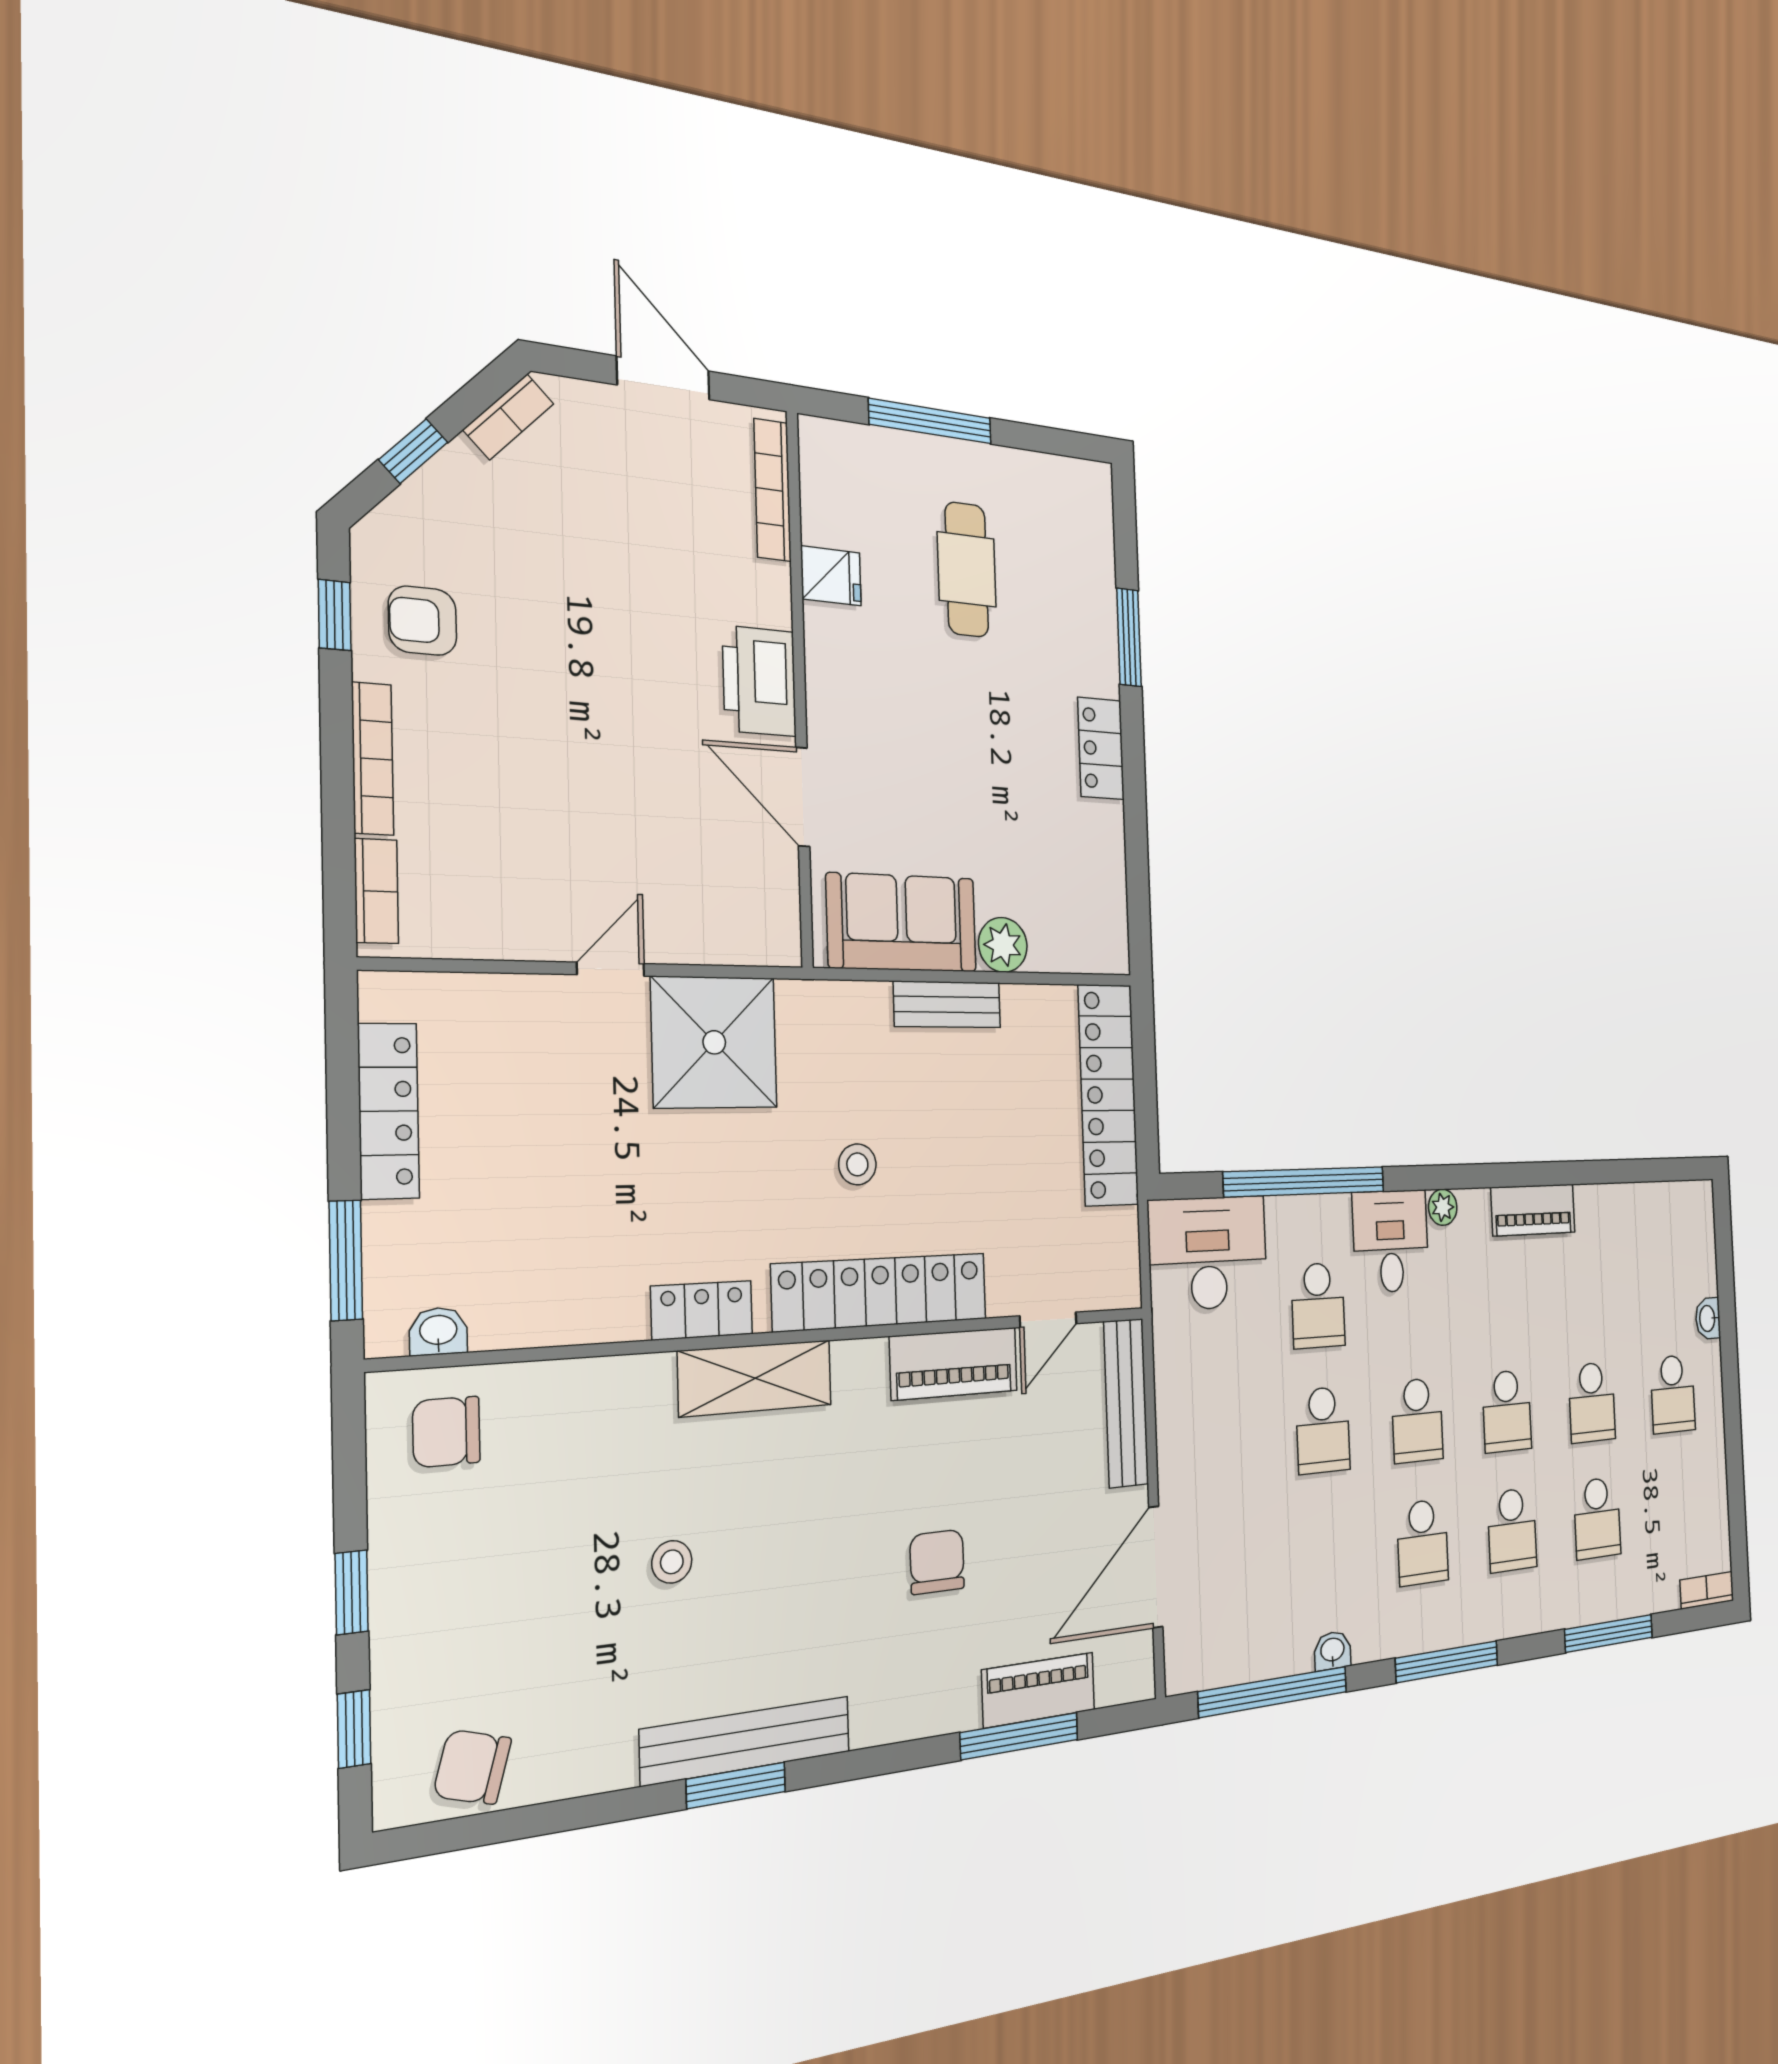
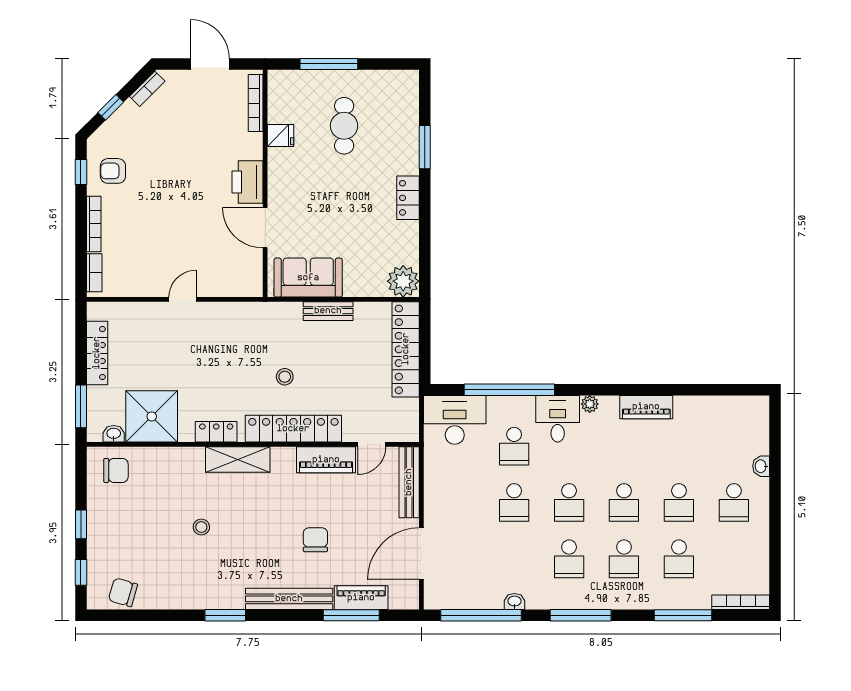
plant: (1003, 945) -> (403, 281), moved, width x1.36, depth x1.36
shower: (714, 1042) -> (152, 416), moved
chair: (446, 1432) -> (116, 470), turned 180
bookcase: (1707, 1590) -> (741, 602), width x1.56
bench: (746, 1741) -> (289, 599), moved

